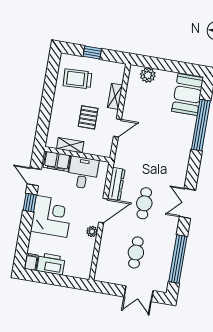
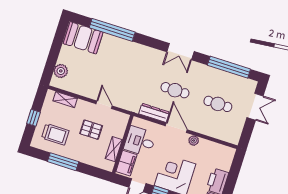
trolley: (77, 79) -> (55, 134), turned -87
window: (49, 92) -> (63, 162), added
shelving: (115, 96) -> (65, 100), moved

